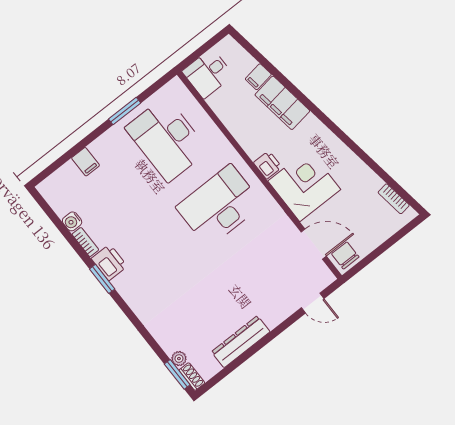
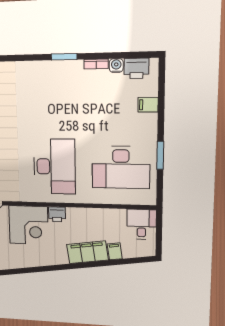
desk: (167, 139) -> (121, 167), turned 180
printer: (109, 262) -> (136, 68), moved

